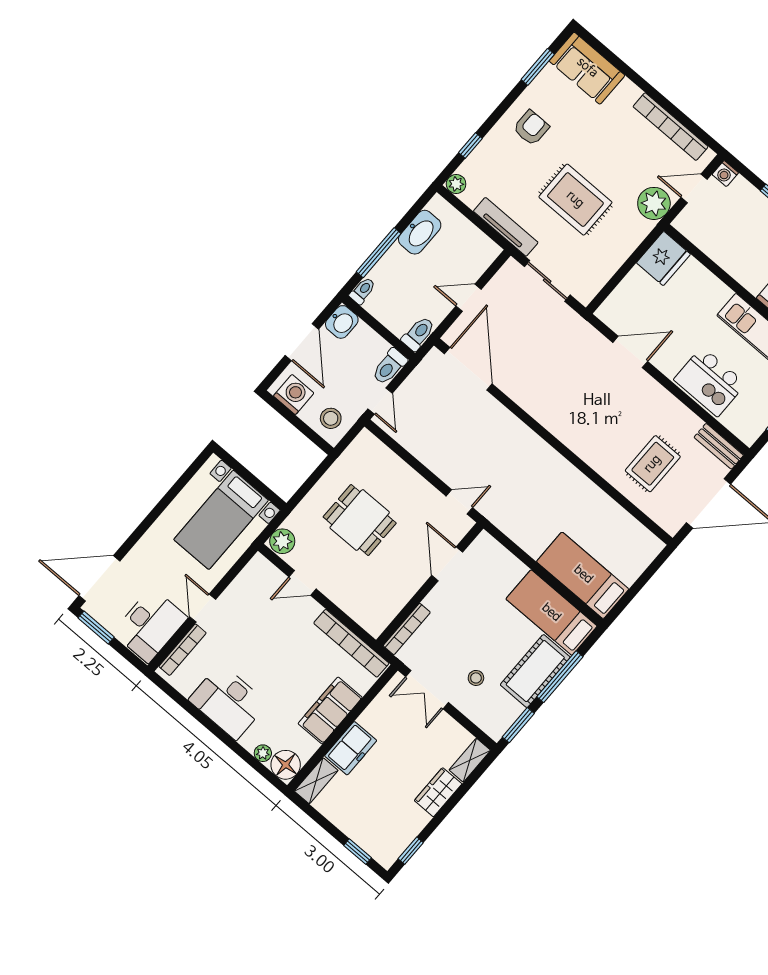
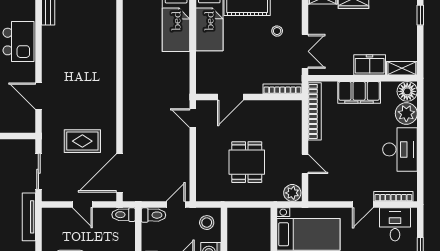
rug: (653, 464) -> (82, 141), moved
desk: (150, 625) -> (395, 224), width x0.73
plant: (263, 753) -> (406, 114), width x1.87, depth x1.87

